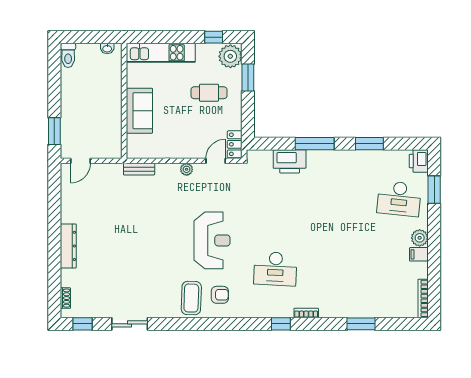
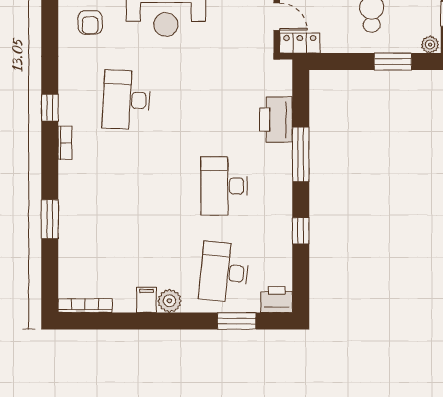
plant: (230, 56) -> (430, 45), width x0.53, depth x0.53
window: (369, 144) -> (301, 231), width x0.67
desk: (337, 199) -> (224, 186), added

